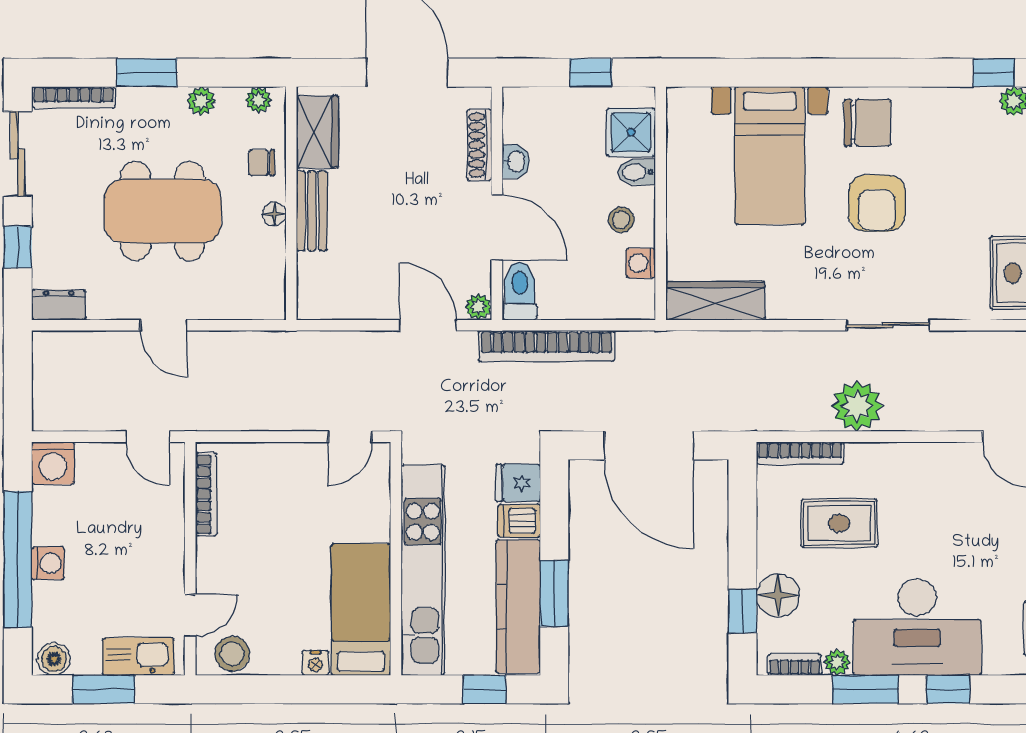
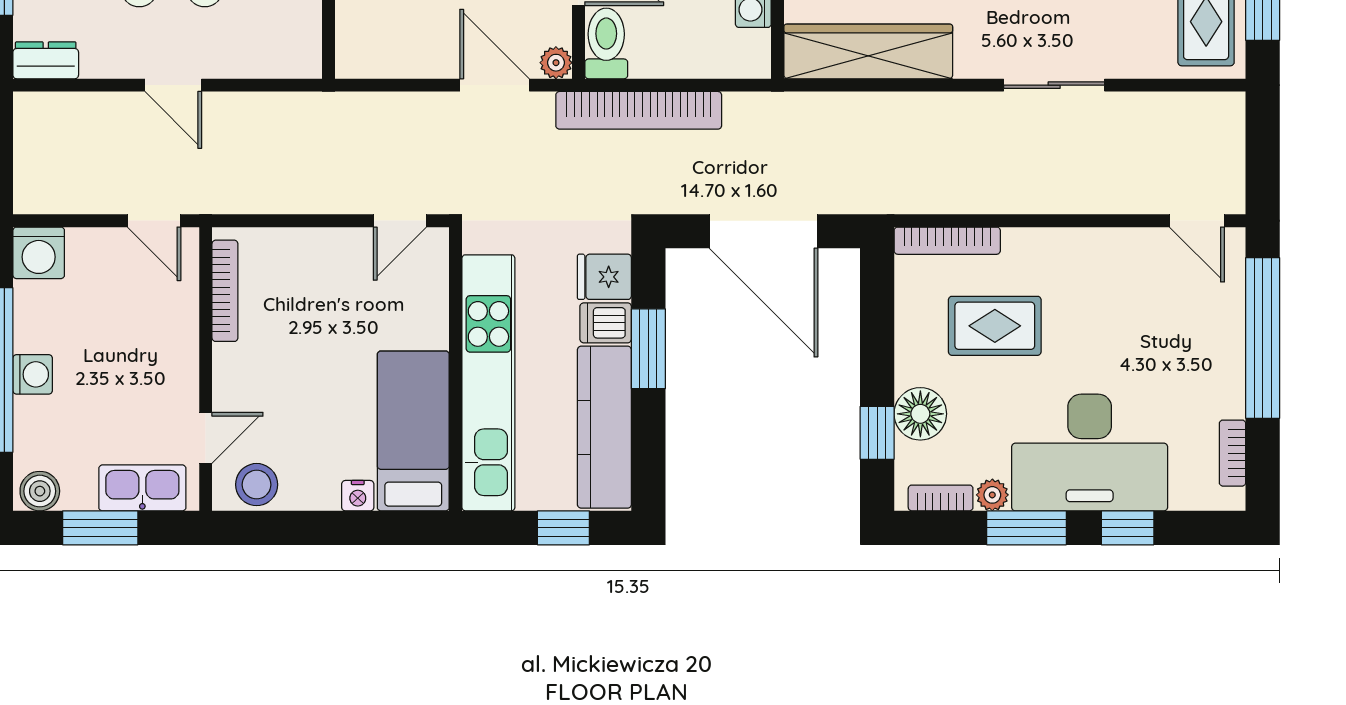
wardrobe: (715, 301) -> (868, 51), width x1.40, depth x1.17
plant: (857, 406) -> (1017, 183), removed
window: (554, 593) -> (648, 349), moved

